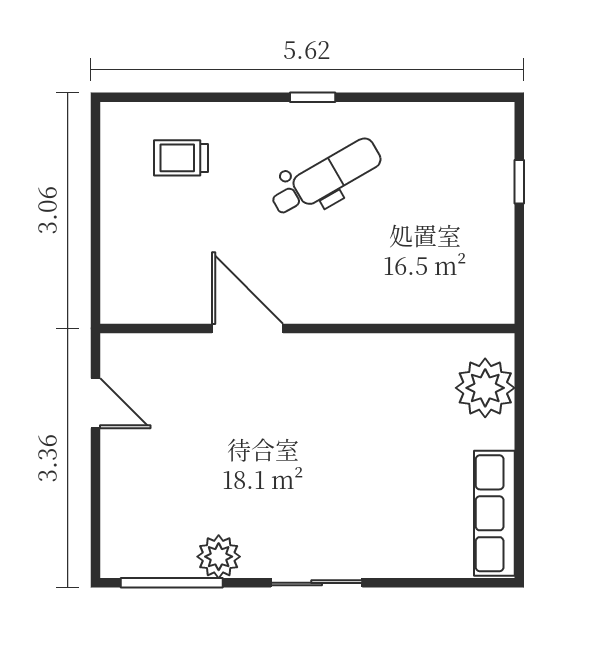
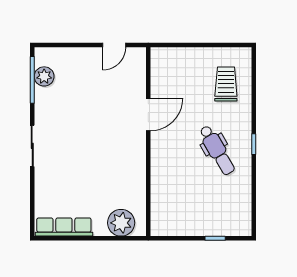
trolley: (181, 158) -> (226, 84), width x1.36, depth x1.39
plant: (219, 557) -> (44, 76), moved

